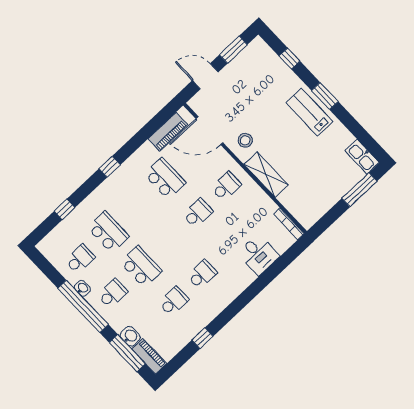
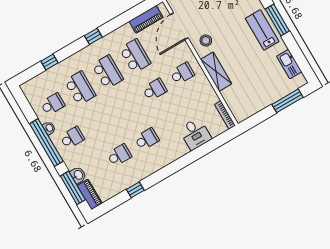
window: (325, 96) -> (277, 20), width x1.44
door: (210, 131) -> (179, 26), hinge flipped
kitchen sink: (362, 157) -> (289, 64), moved
school desk: (141, 267) -> (108, 72), moved

